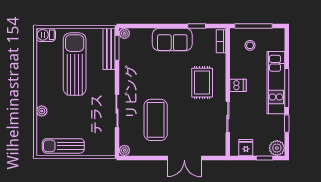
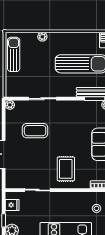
rug: (202, 83) -> (66, 169), turned 90
dishwasher: (238, 85) -> (64, 198), removed
coffee table: (156, 120) -> (35, 131), width x0.73, depth x0.76

